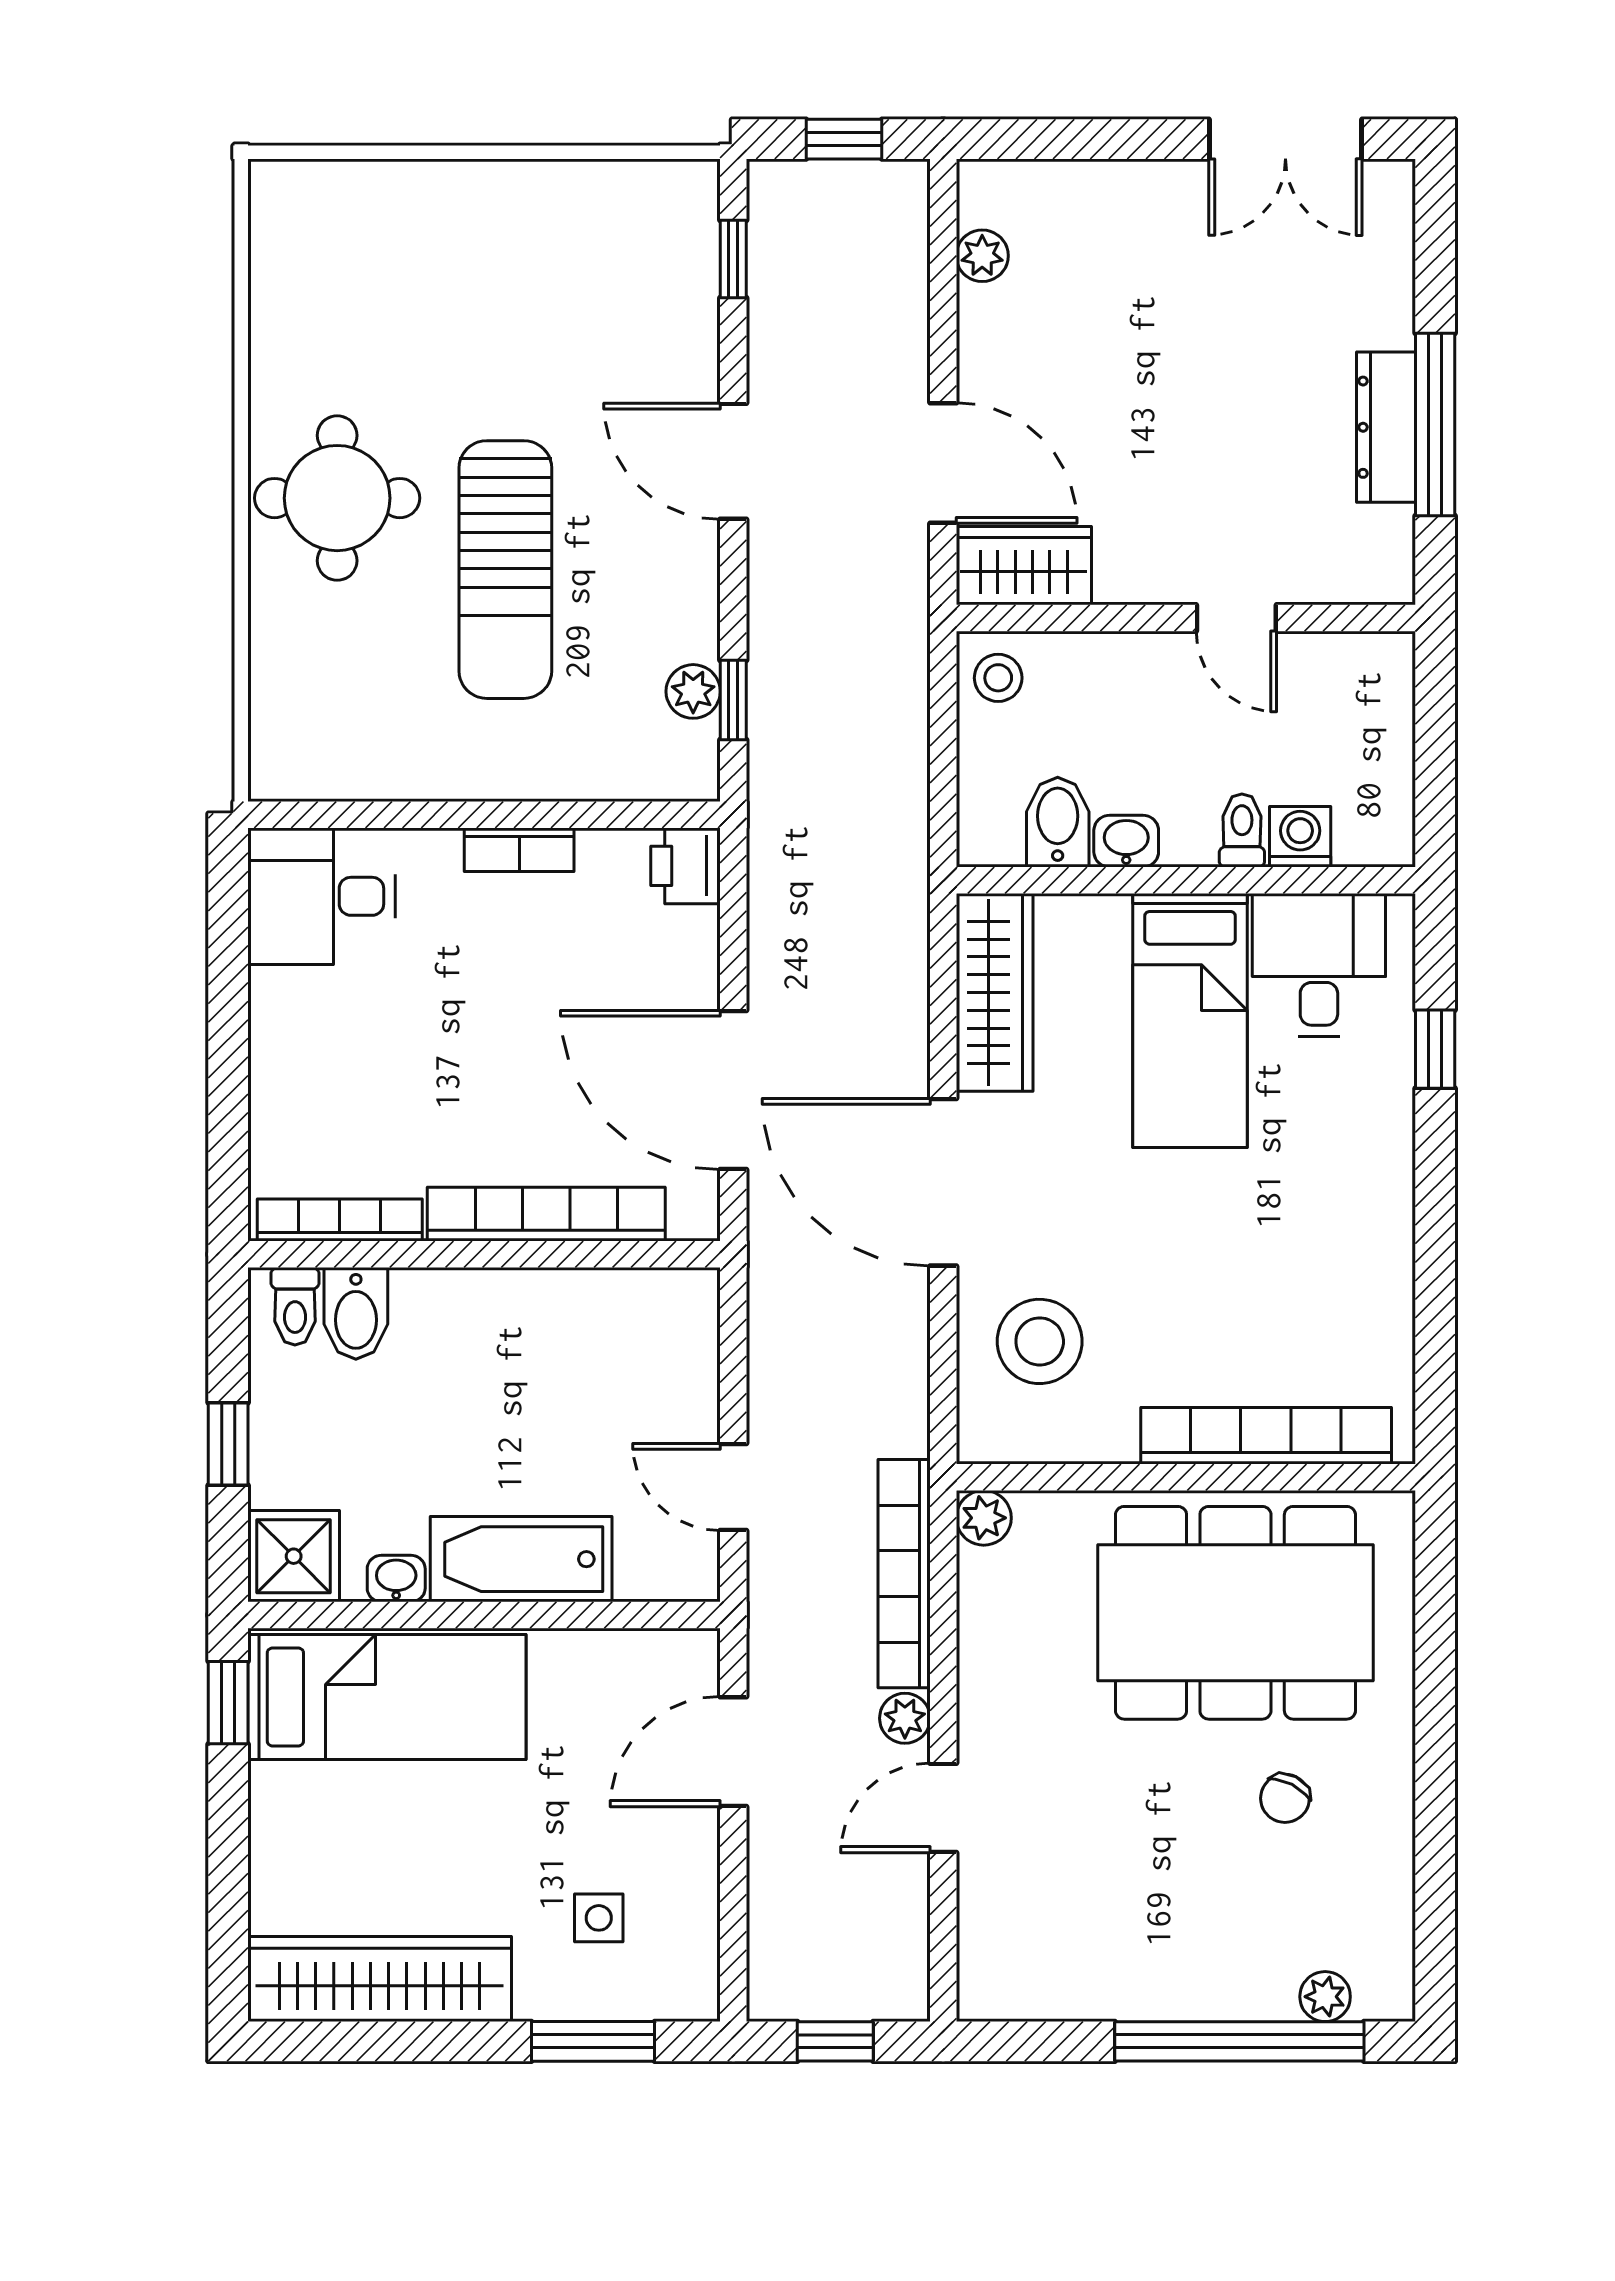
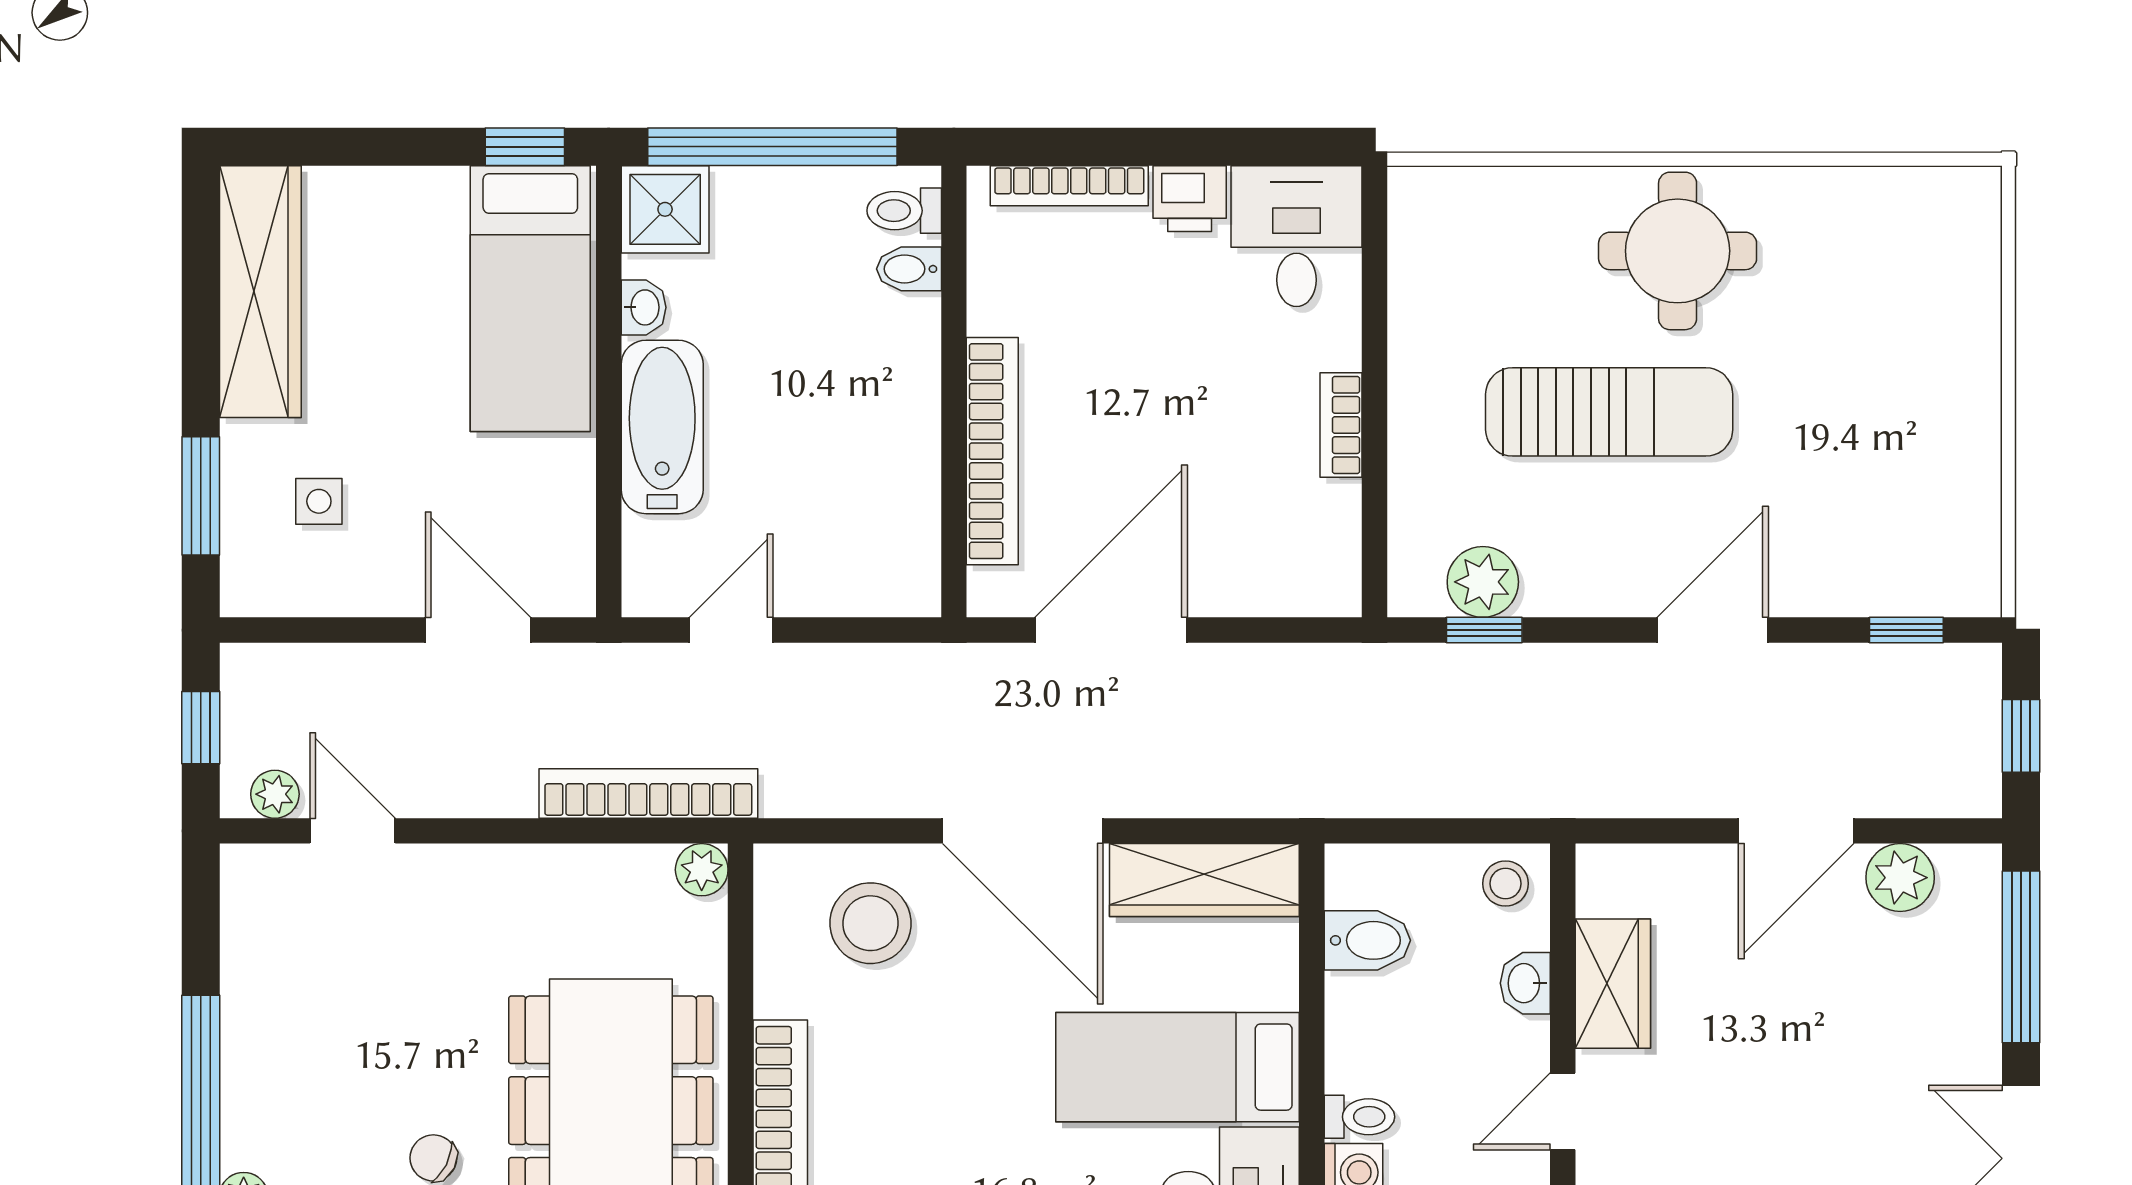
window: (1075, 139) -> (2021, 957), added
plant: (982, 256) -> (1900, 878), width x1.38, depth x1.38
door: (943, 463) -> (1796, 831), moved
wardrobe: (1024, 566) -> (1613, 984), moved
sun lounger: (505, 570) -> (1609, 412), turned 180
plant: (693, 691) -> (1483, 582), width x1.38, depth x1.38
washbasin: (1126, 841) -> (1525, 983), moved, turned 180
printer: (686, 866) -> (1190, 199), moved, turned 180
door: (943, 1182) -> (1023, 831), swing flipped
bookcase: (340, 1220) -> (1069, 186), moved, turned 90
bidet: (356, 1313) -> (909, 269), width x0.72, depth x0.74
window: (228, 1444) -> (772, 147), width x3.17
plant: (905, 1718) -> (275, 794), moved
door: (943, 1808) -> (353, 831), moved

